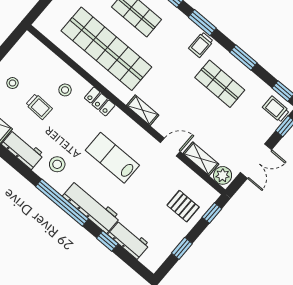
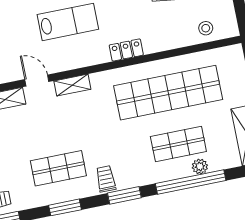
stool: (65, 90) -> (206, 28), moved
shelving: (143, 110) -> (72, 85), moved
door: (170, 147) -> (37, 80), swing flipped

